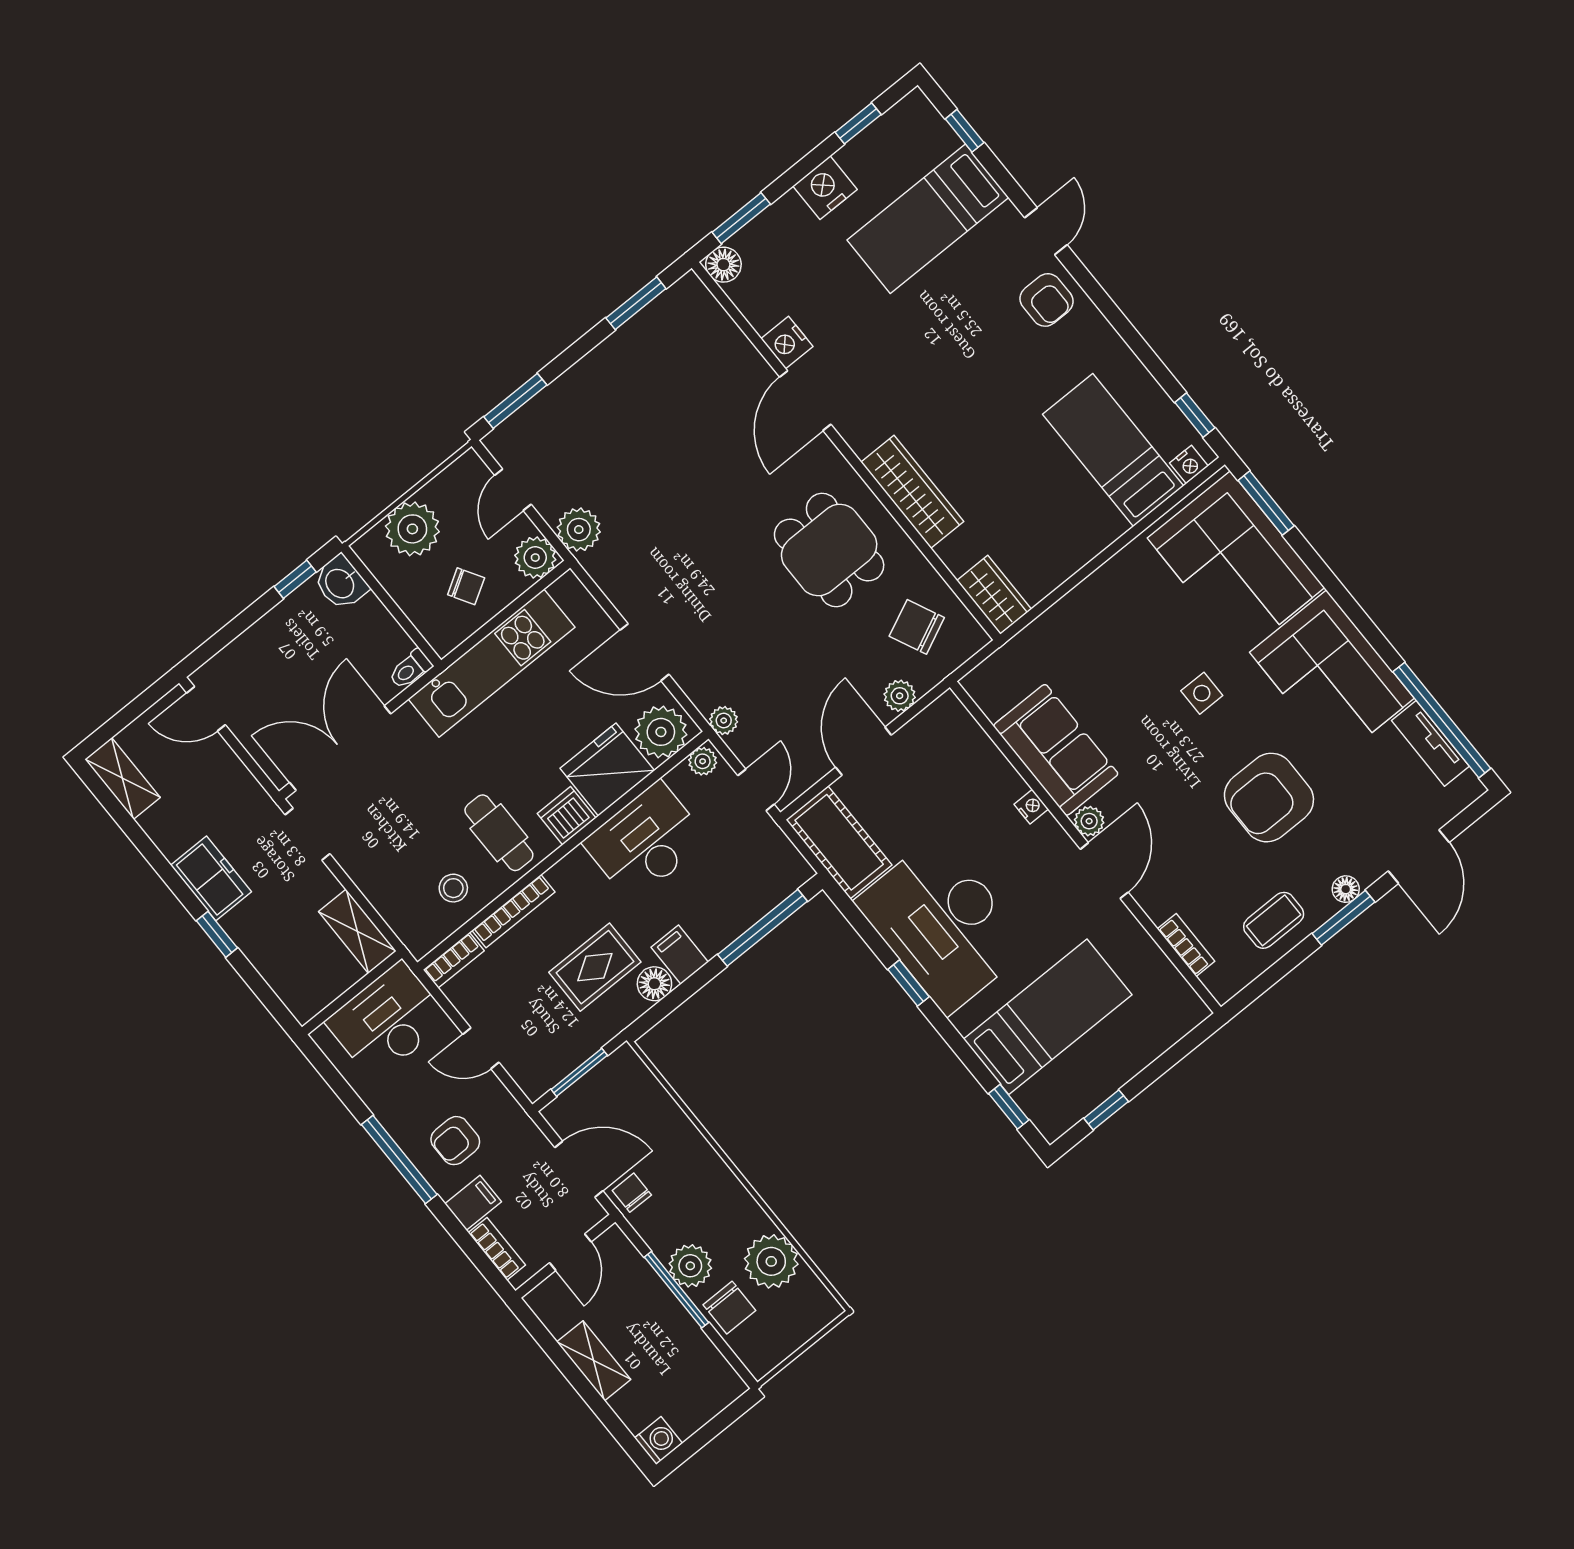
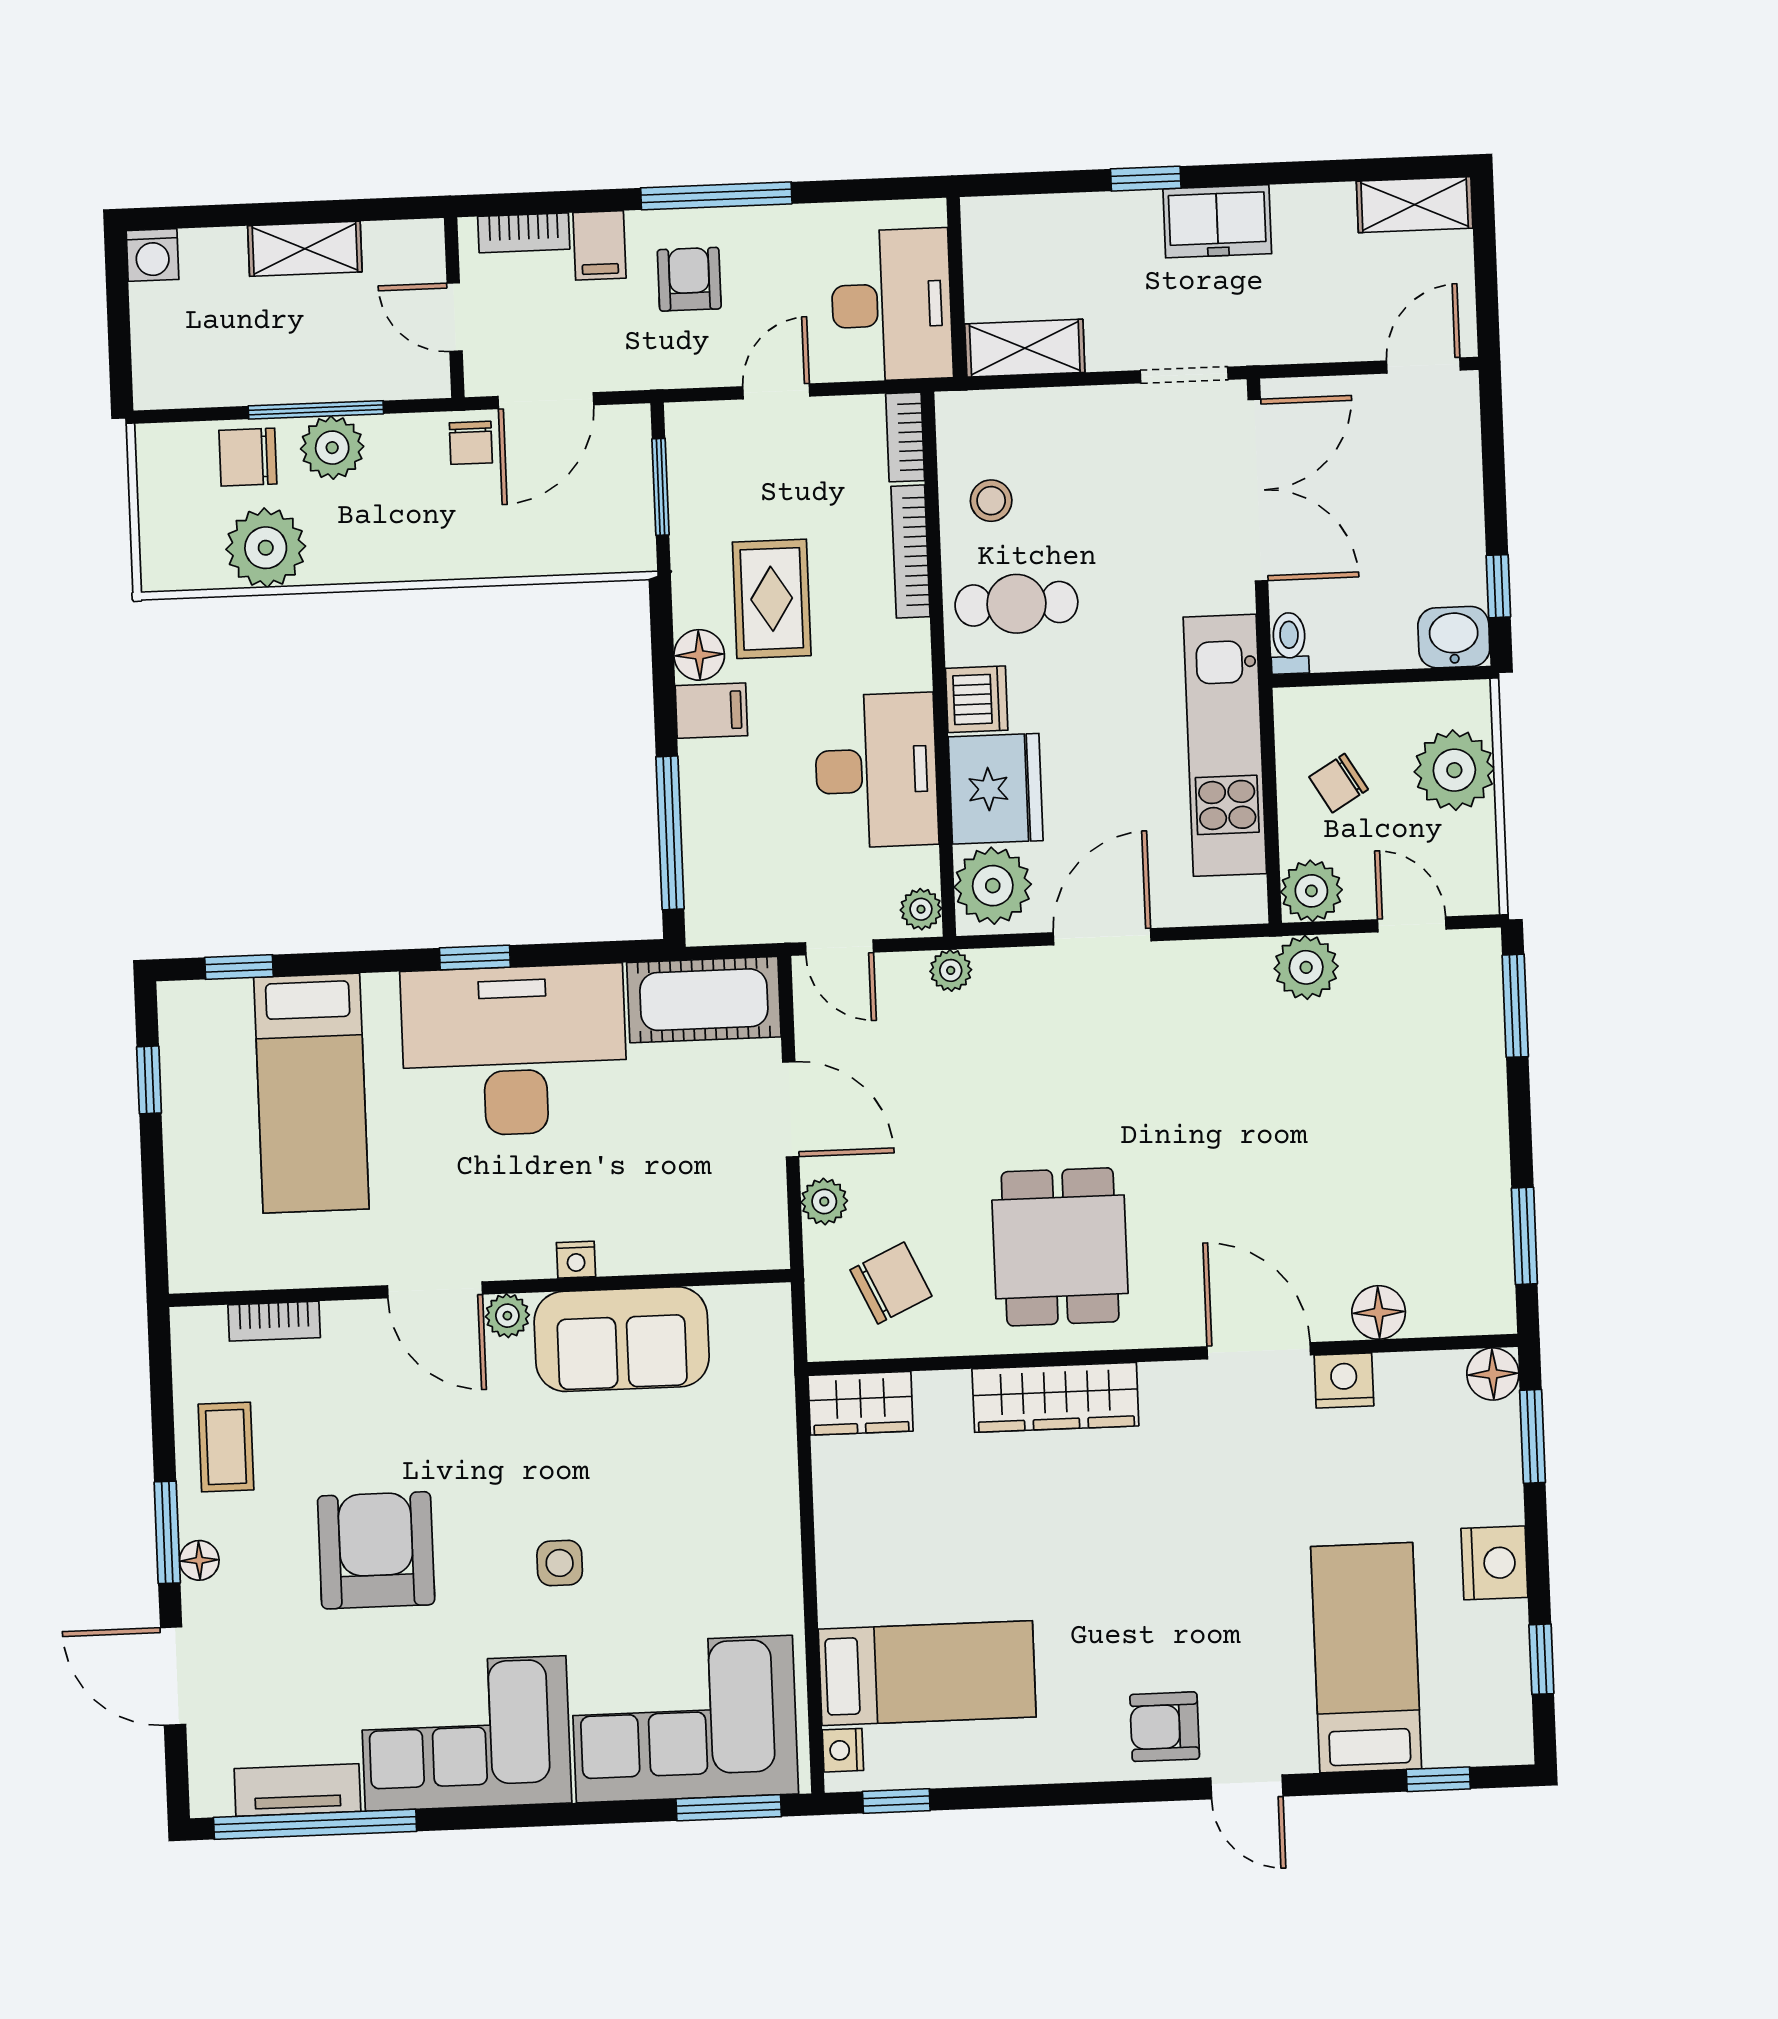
floor lamp: (736, 351) -> (1379, 1312), added
dining table: (829, 550) -> (1060, 1247), turned 90
chair: (632, 1193) -> (471, 443), turned 90

